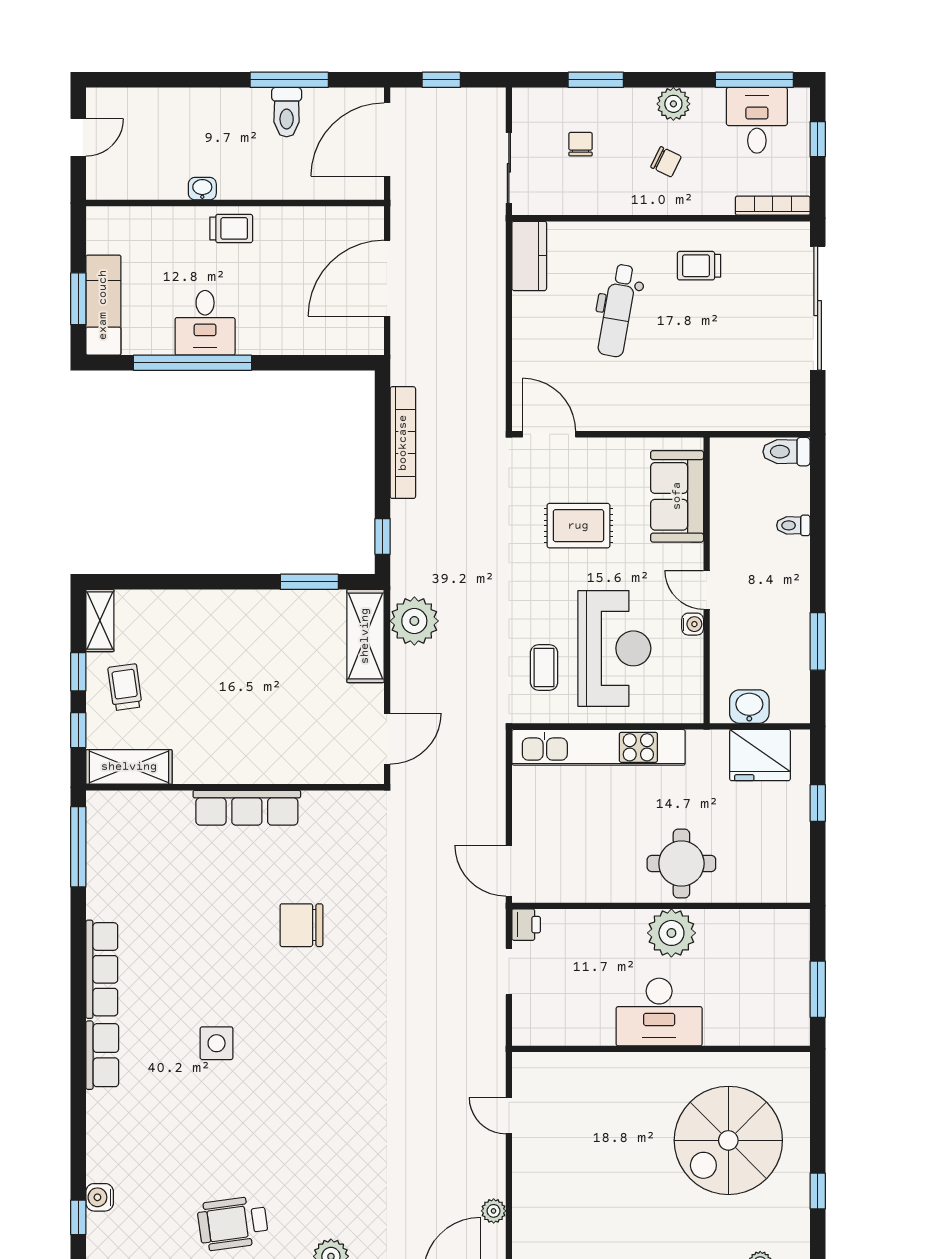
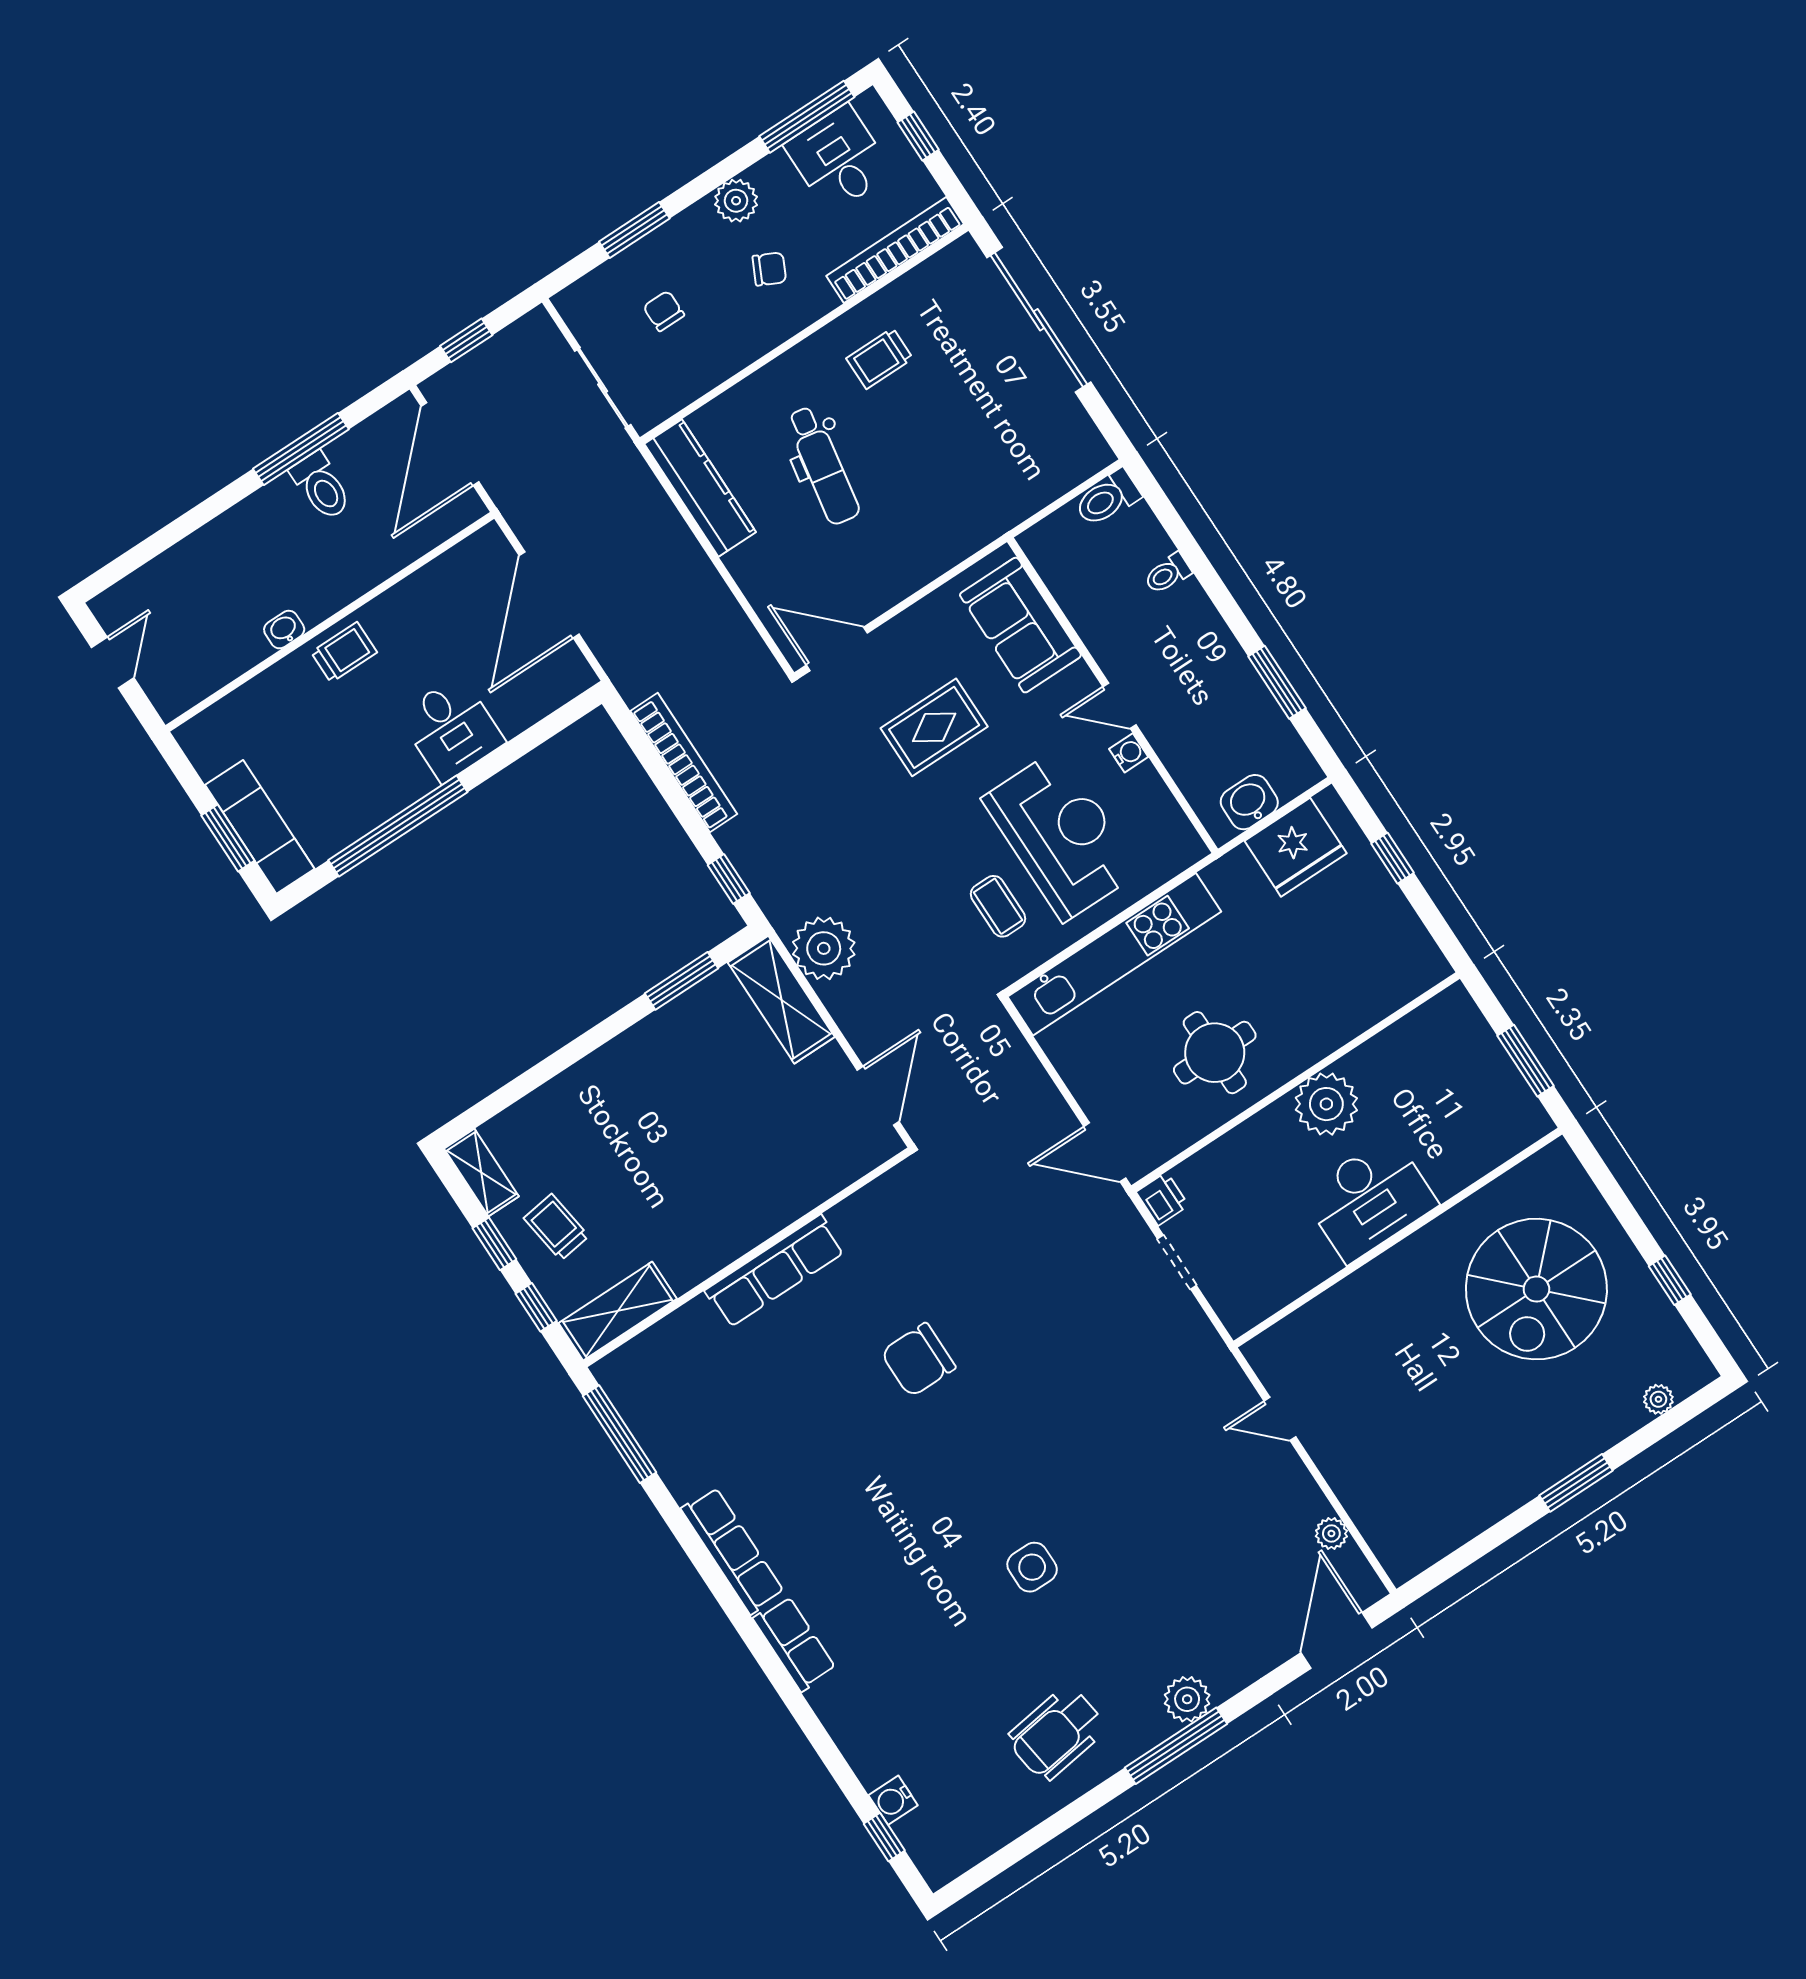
bookcase: (773, 206) -> (895, 250), width x1.48, depth x1.31
kitchen counter: (529, 256) -> (700, 488), width x1.50
desk: (205, 323) -> (451, 729), moved
round table: (681, 863) -> (1215, 1053), moved
side table: (217, 1043) -> (1032, 1567), moved

